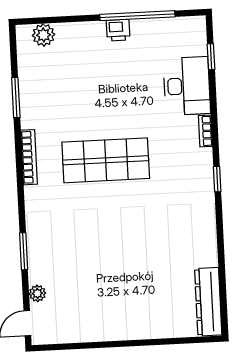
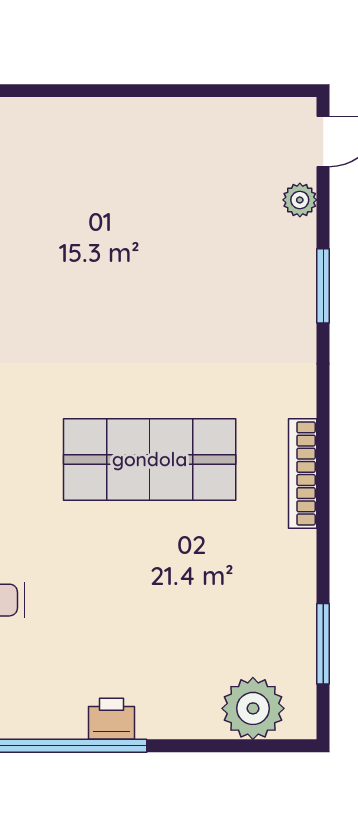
plant: (44, 35) -> (253, 708), width x1.36, depth x1.36
window: (16, 97) -> (323, 644), moved

